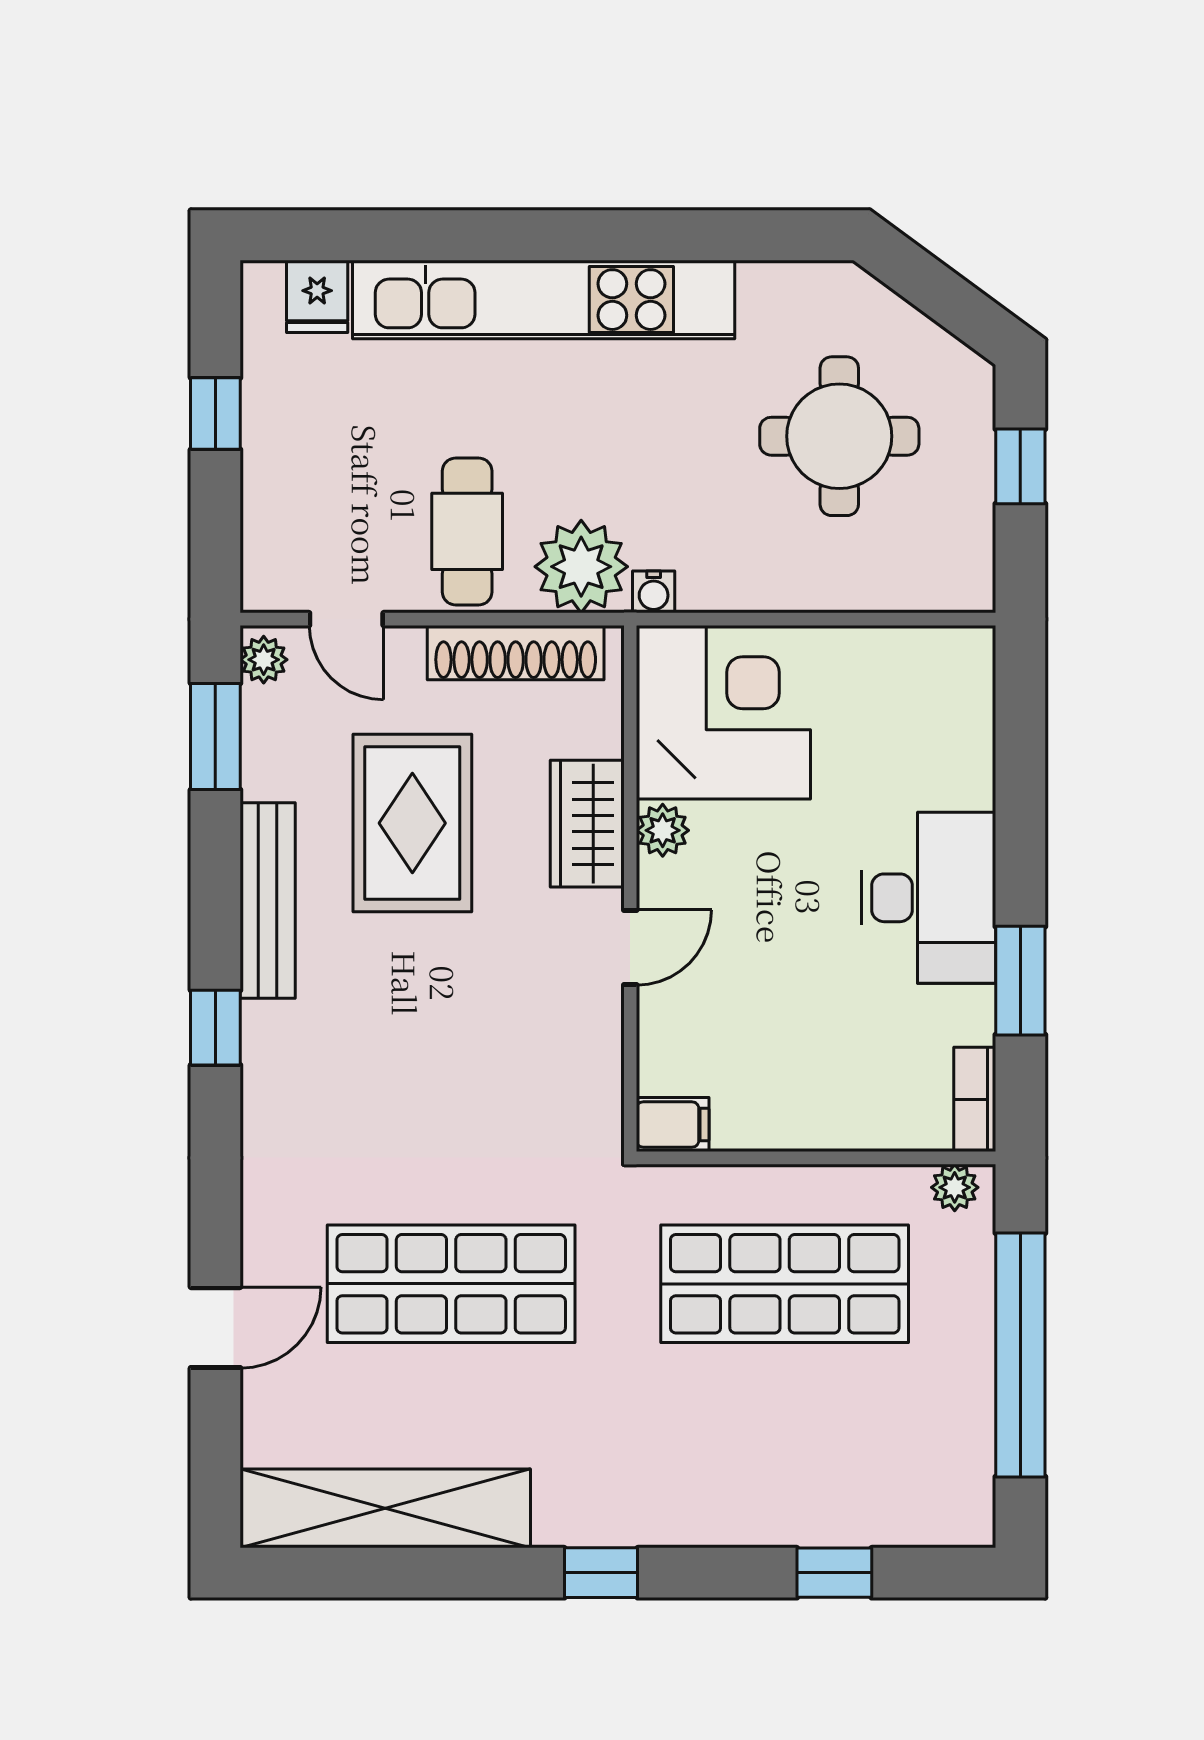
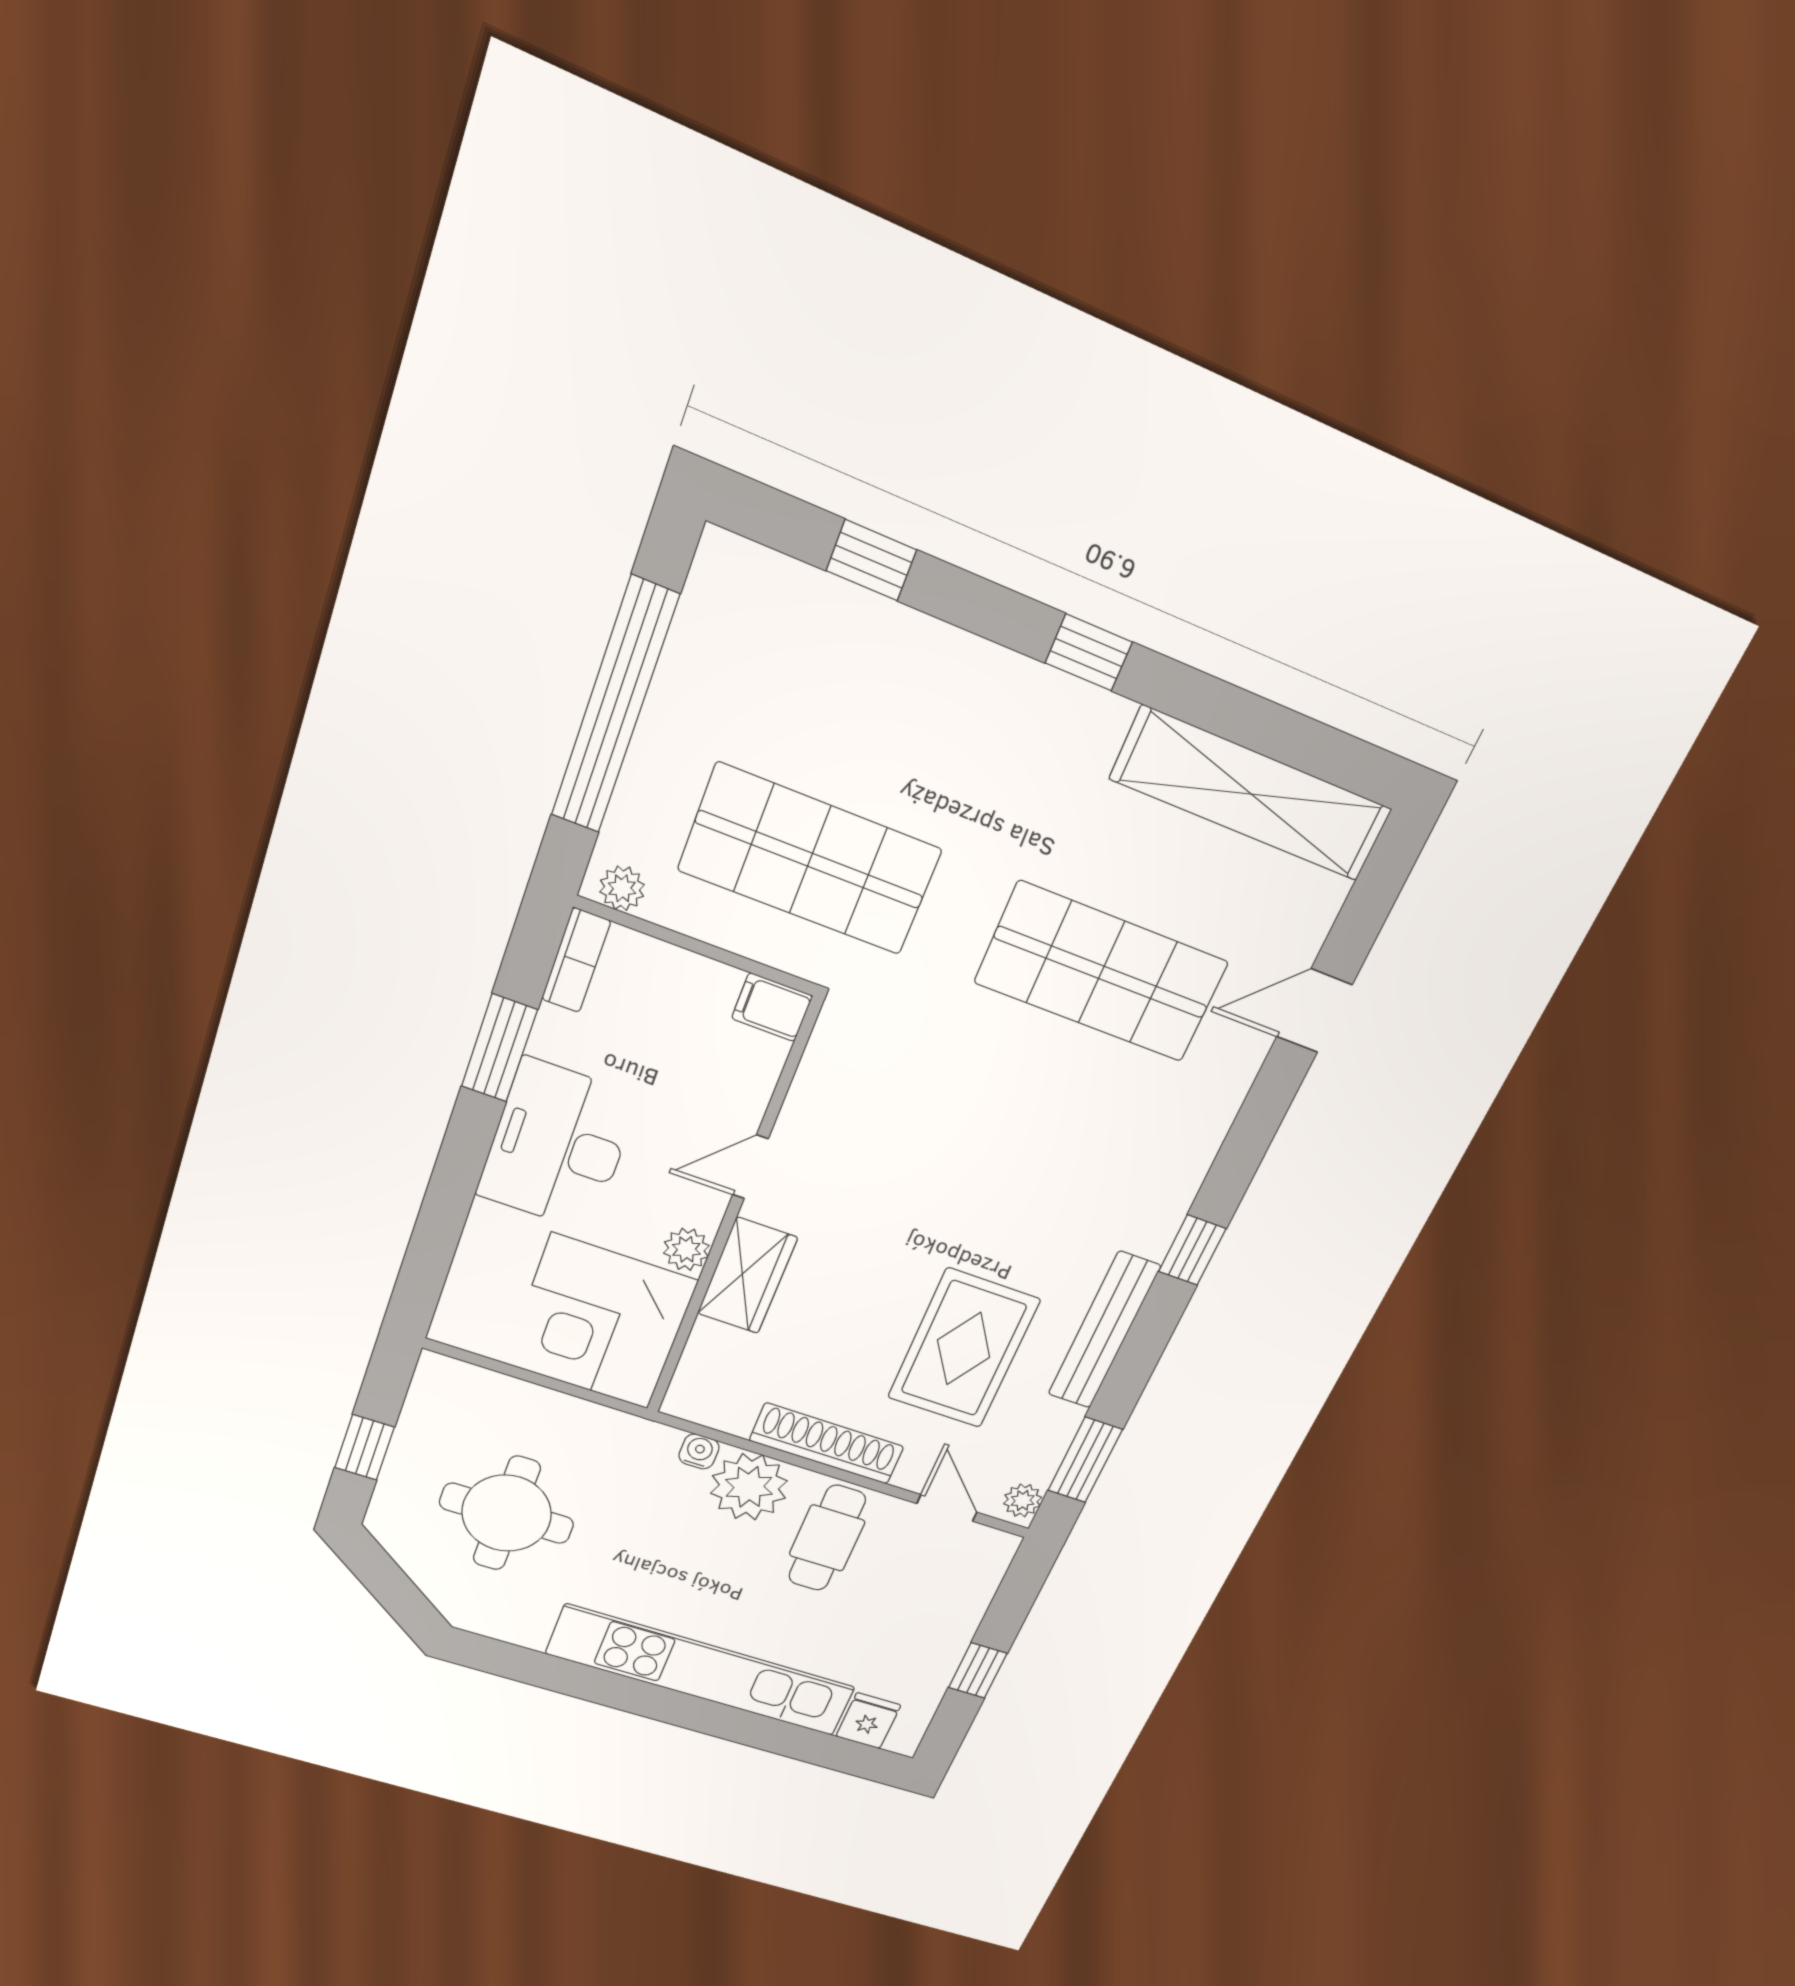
corner desk: (723, 712) -> (600, 1322), moved
wardrobe: (587, 824) -> (747, 1276), moved
plant: (663, 830) -> (686, 1249), moved
wall: (630, 889) -> (732, 1213), moved
door: (630, 947) -> (750, 1167), moved
filing cabinet: (673, 1125) -> (772, 1007), moved

